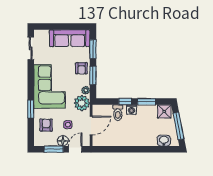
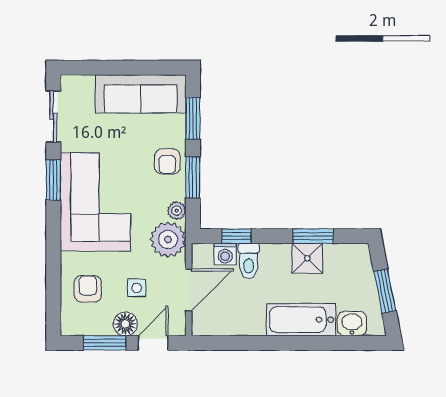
window: (125, 102) -> (236, 236), moved
window: (31, 109) -> (53, 180), moved
washing machine: (132, 110) -> (225, 254), moved
shower: (164, 111) -> (307, 258), moved
window: (178, 126) -> (385, 291), width x0.69
bathtub: (141, 139) -> (301, 320), added

